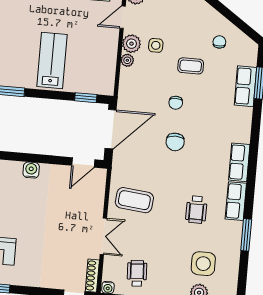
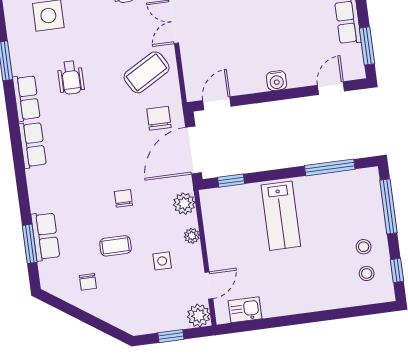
plant: (131, 44) -> (184, 204), moved
chair: (175, 142) -> (159, 118), moved
coffee table: (134, 200) -> (147, 72), turned -36
wheelchair: (196, 210) -> (71, 78), turned 180

